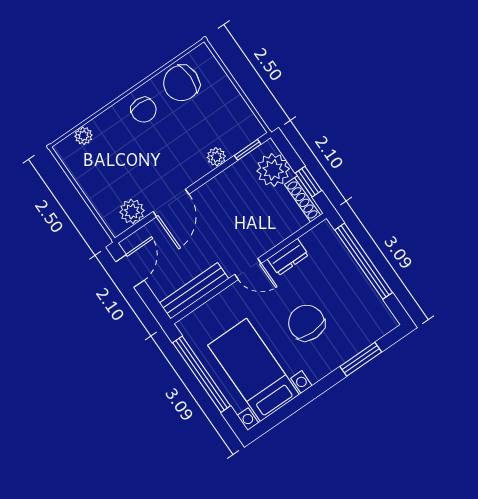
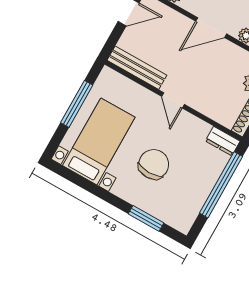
door: (171, 203) -> (211, 28), moved
dresser: (288, 257) -> (223, 141), moved
window: (202, 374) -> (77, 104), width x0.68

